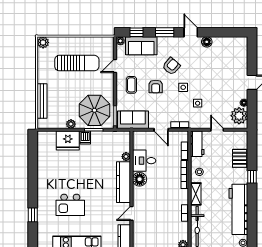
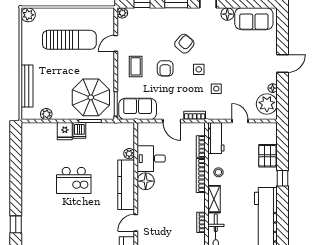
sofa: (141, 46) -> (254, 19), moved
plant: (71, 124) -> (46, 114), moved
fridge: (68, 141) -> (65, 131), width x0.53, depth x0.75
kitchen island: (70, 205) -> (74, 180), moved

